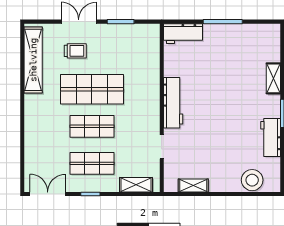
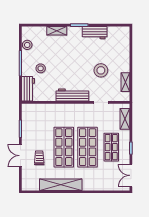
stool: (251, 32) -> (27, 45), added
stool: (215, 53) -> (41, 68), added
shelving: (33, 60) -> (61, 185), moved
shop shelf: (92, 126) -> (88, 147), width x1.43, depth x1.36
stool: (252, 180) -> (101, 70), moved

